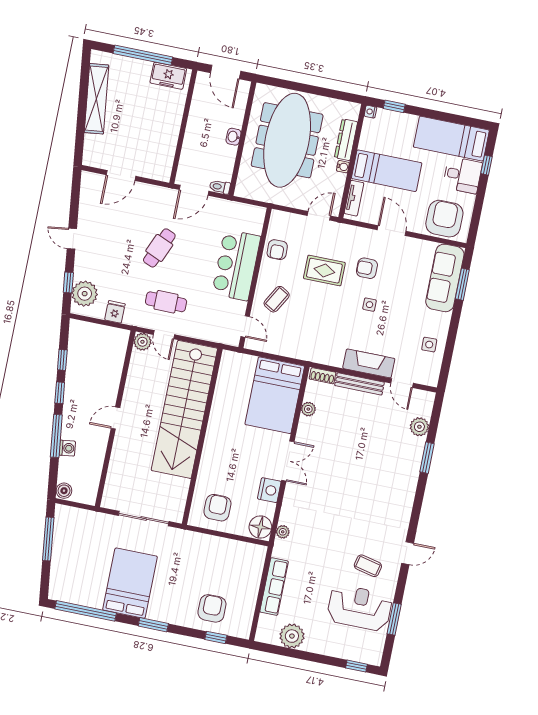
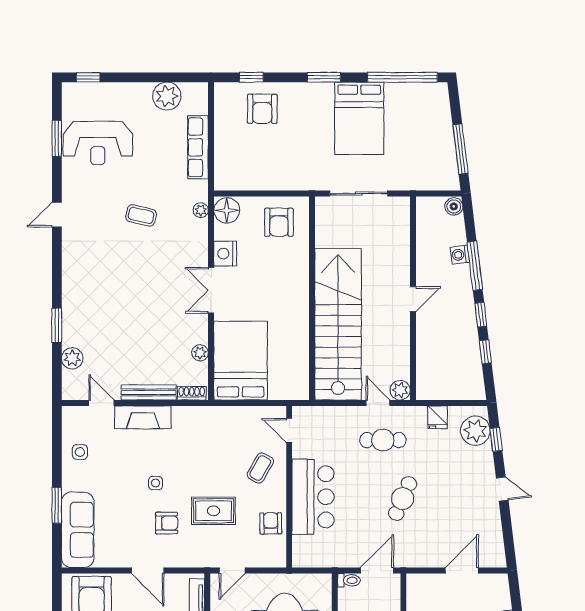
window: (462, 284) -> (57, 505), moved
coffee table: (368, 566) -> (141, 215), moved

